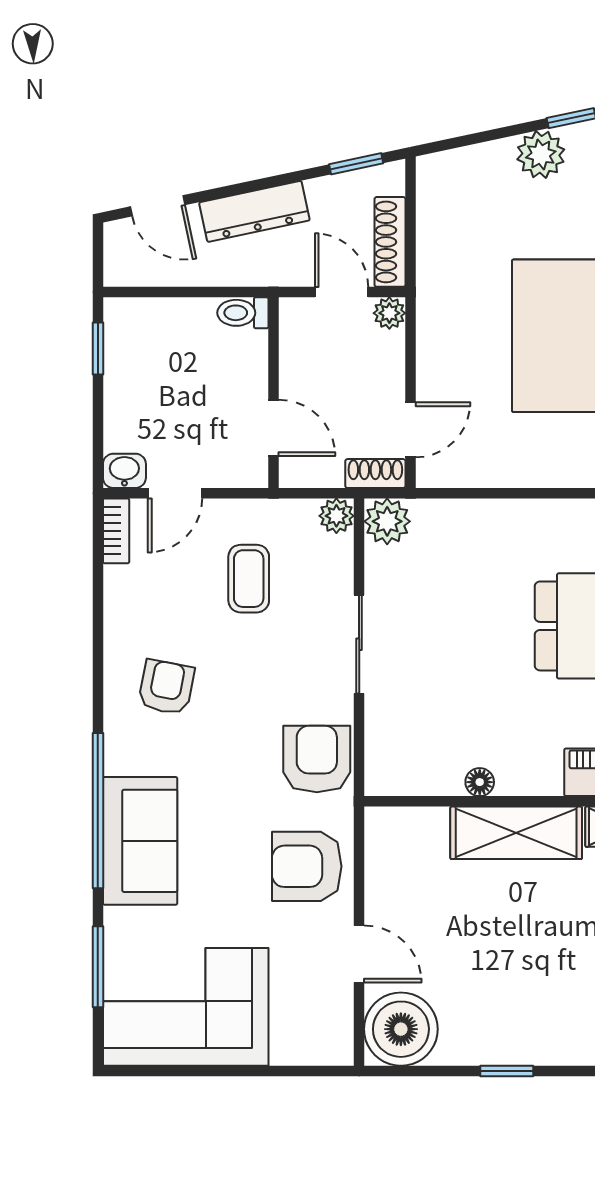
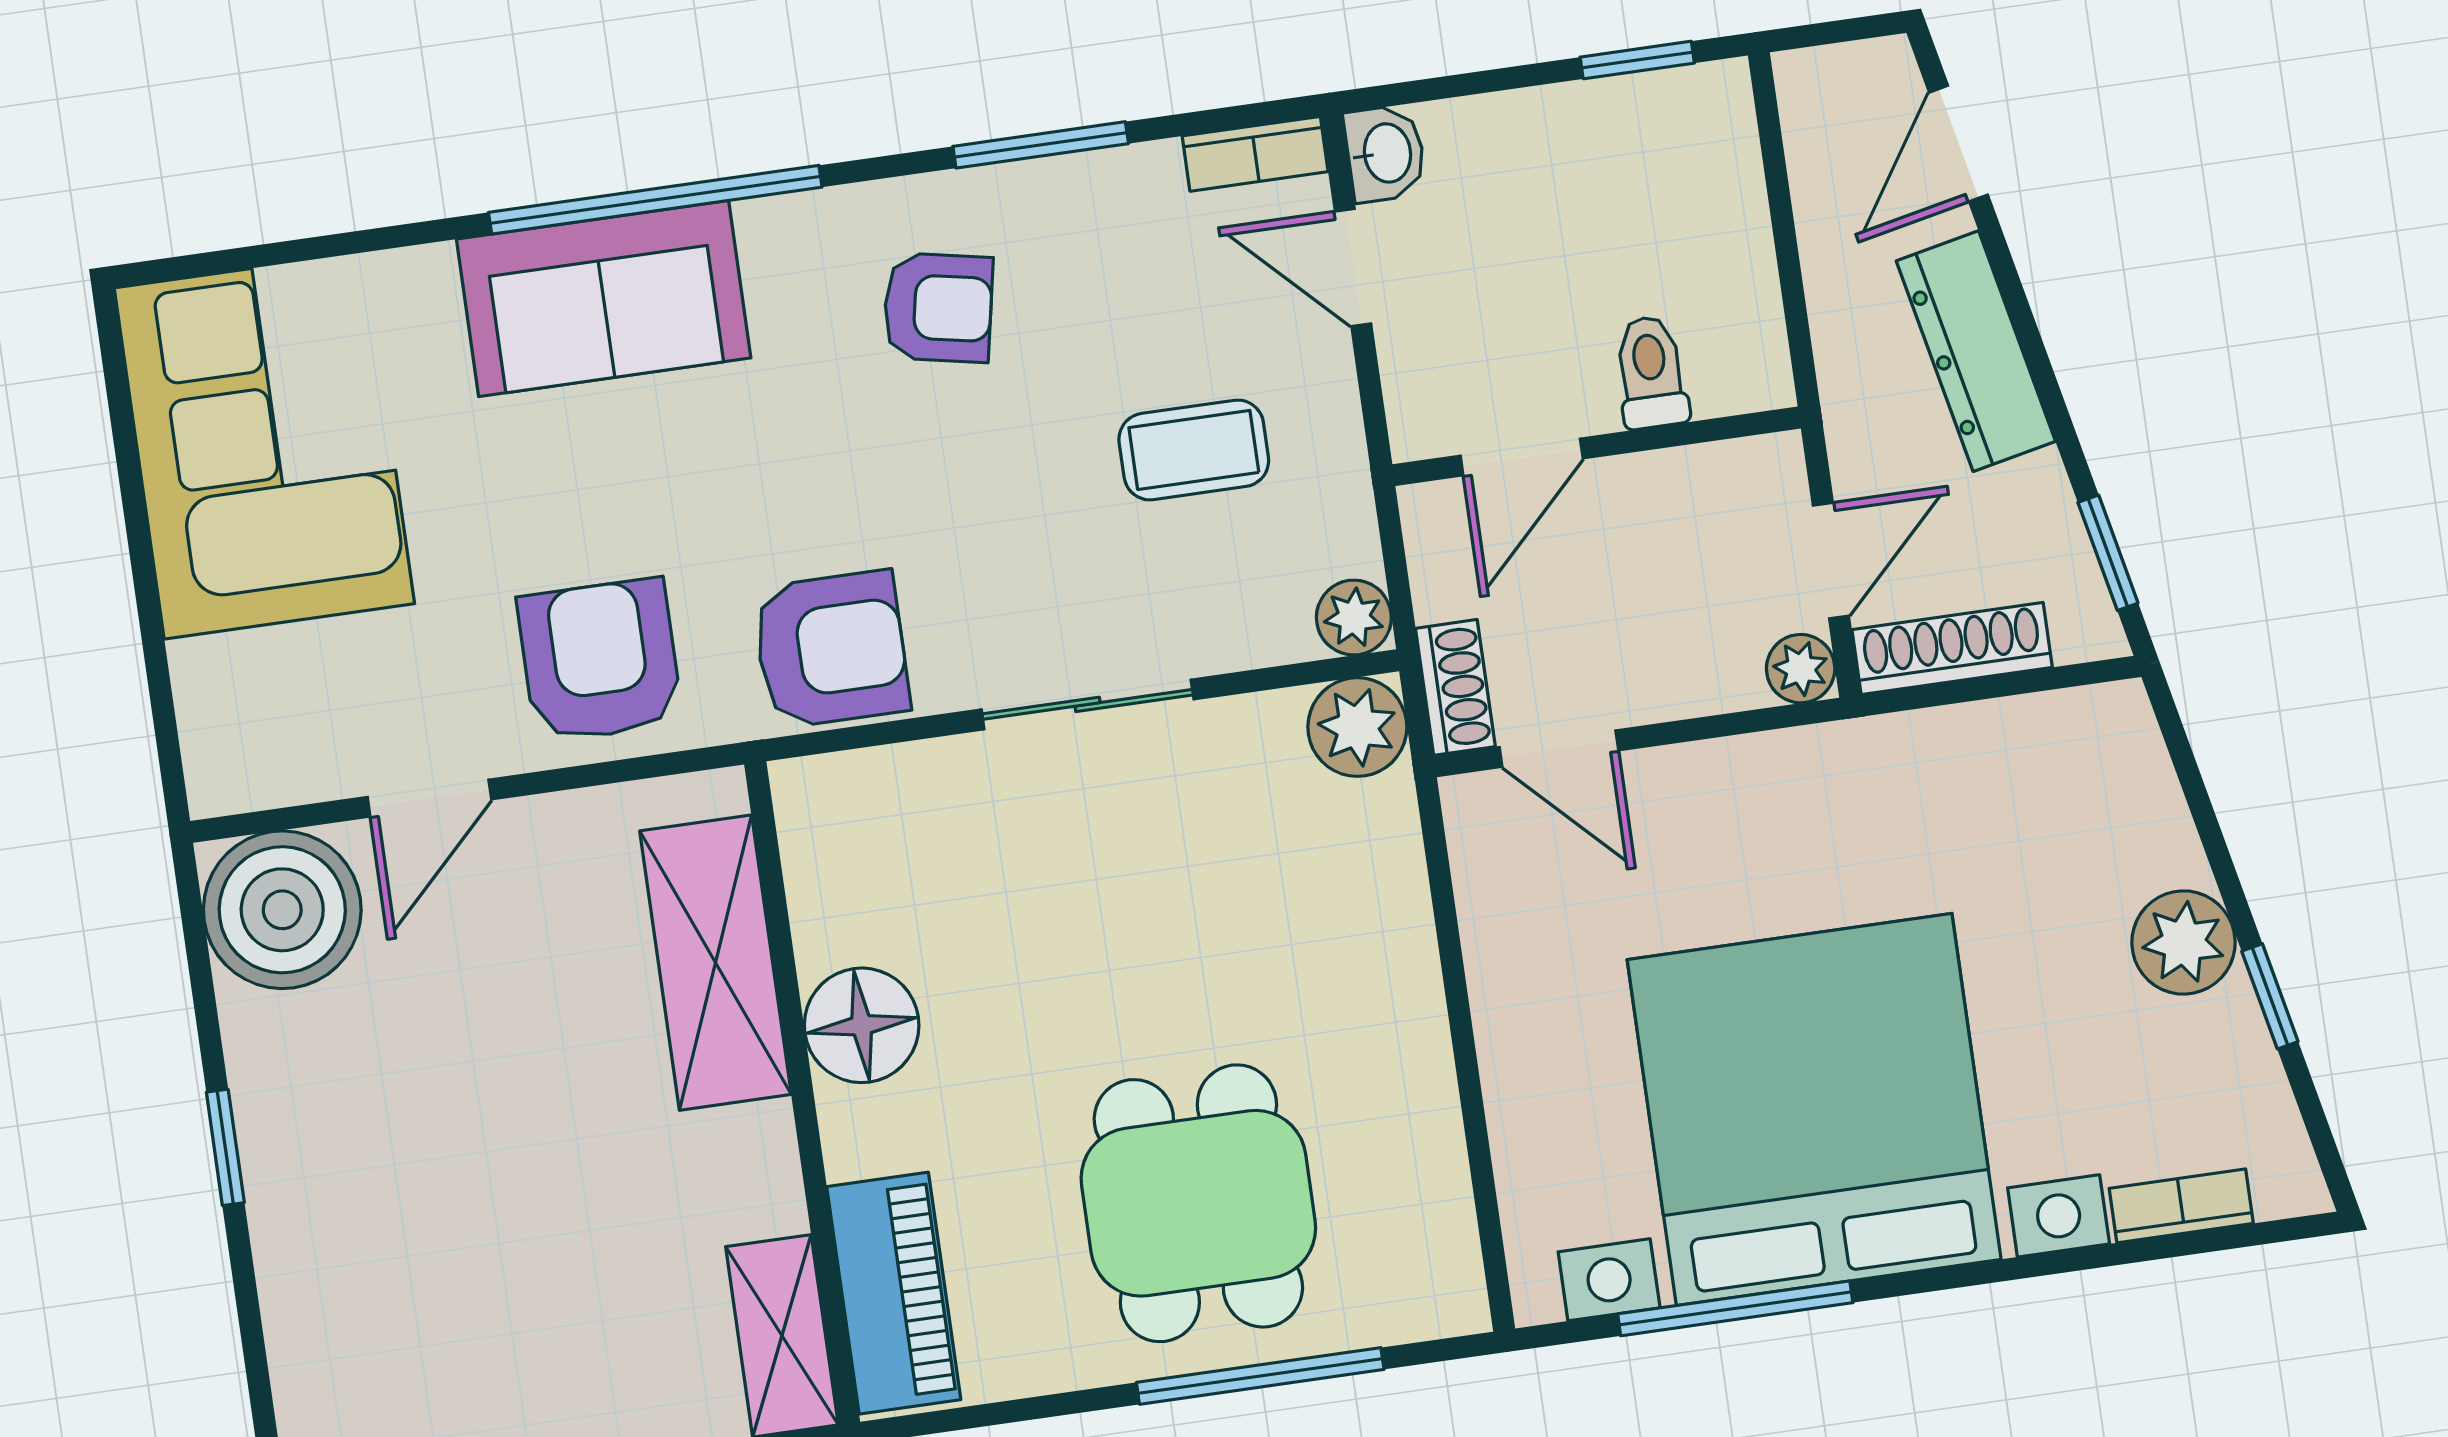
toilet: (243, 313) -> (1651, 372), moved
floor lamp: (480, 782) -> (862, 1025), width x1.89, depth x1.89
shelving: (516, 833) -> (715, 963), moved
window: (98, 967) -> (1041, 145), moved

